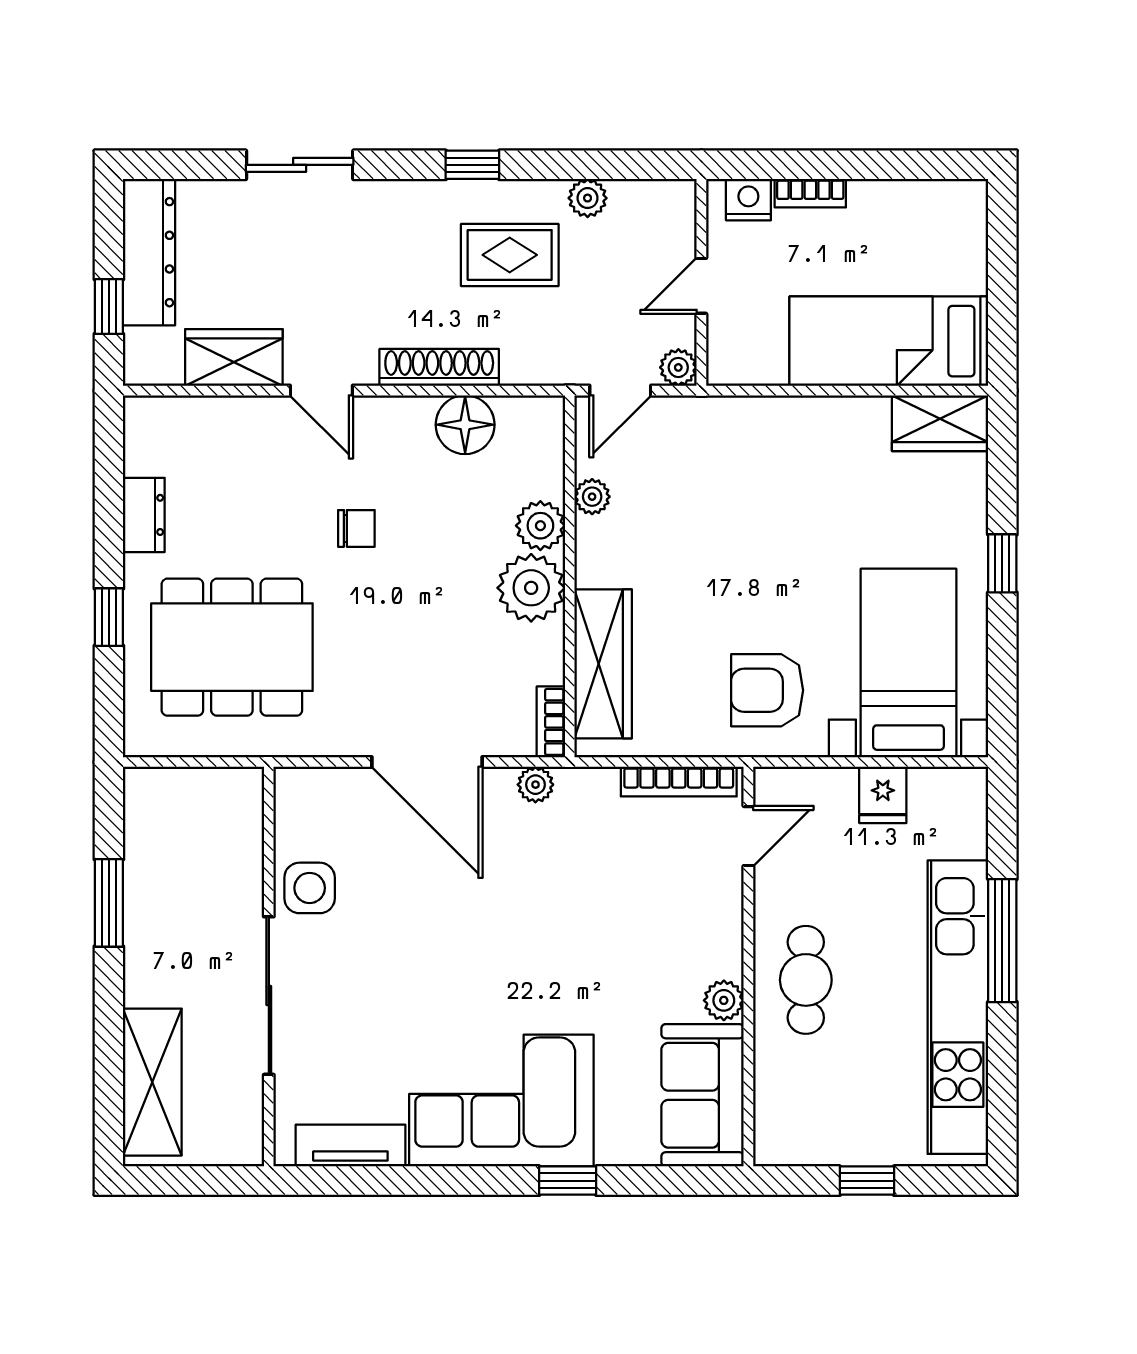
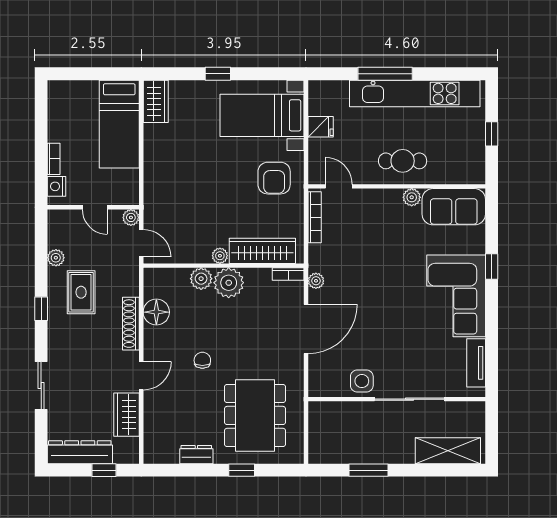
plant: (592, 497) -> (220, 256), moved

